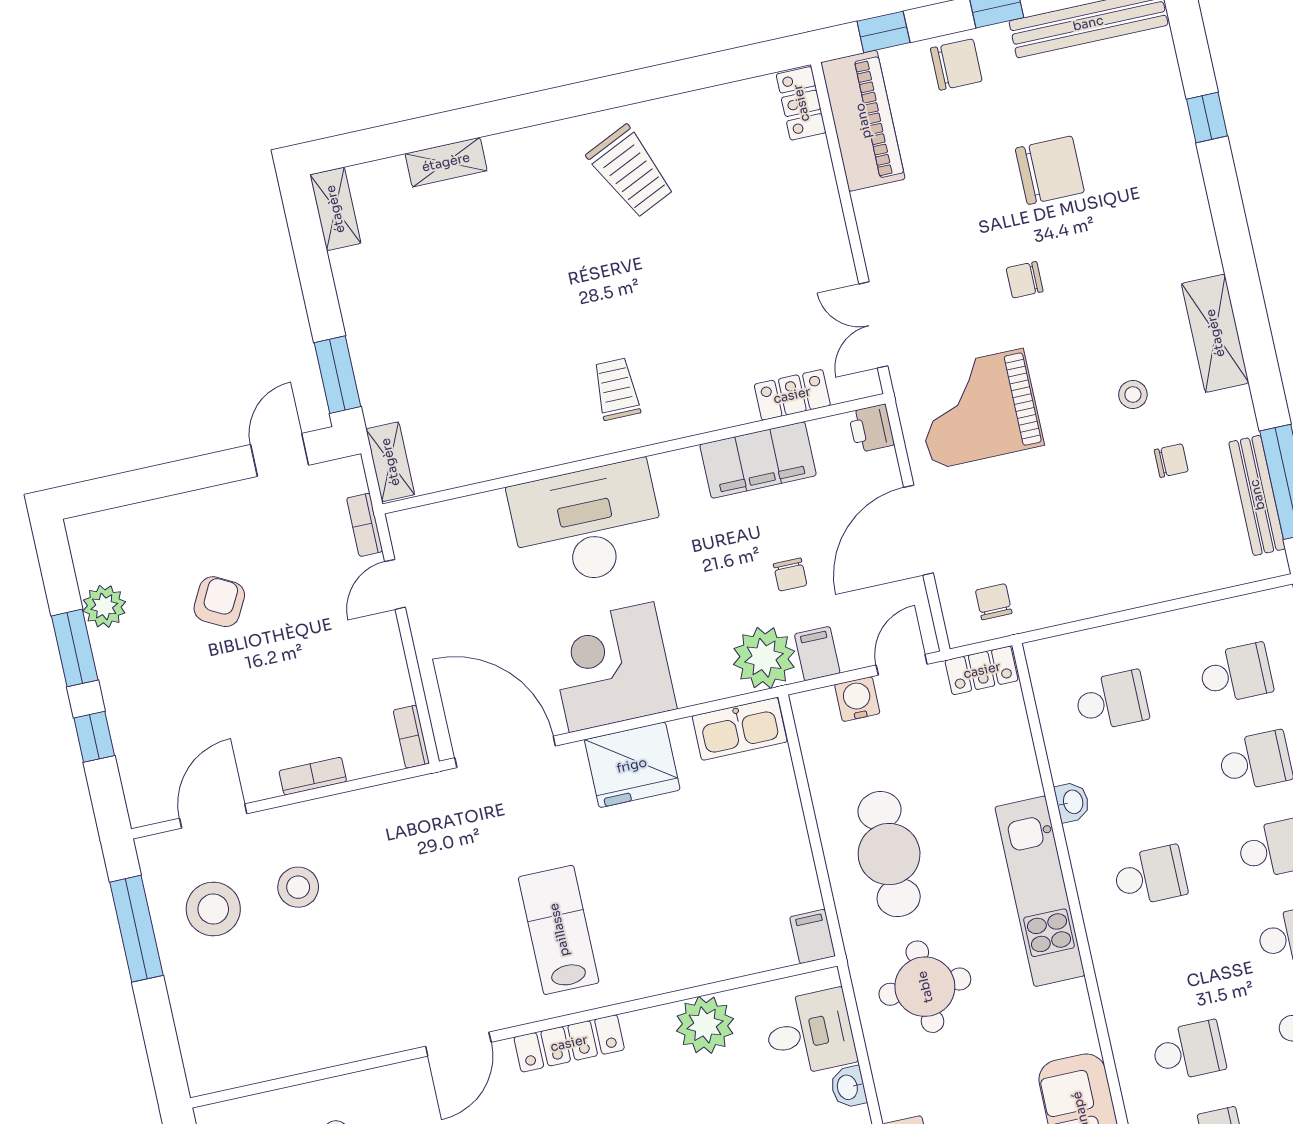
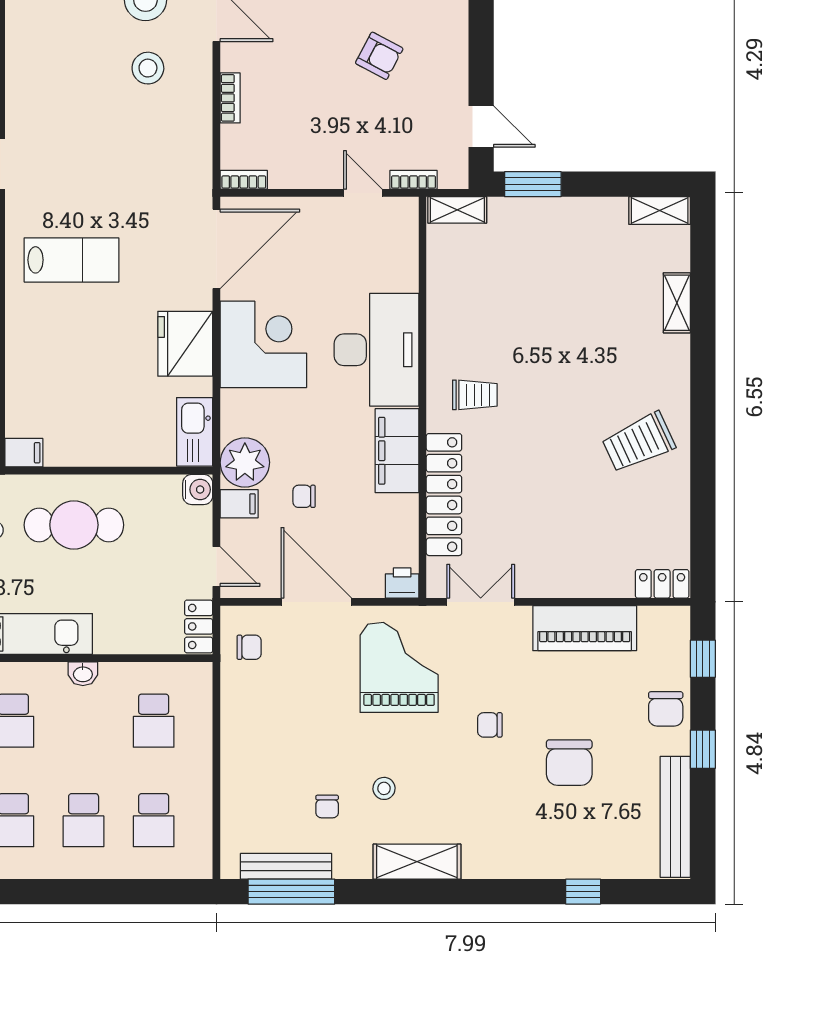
piano: (863, 121) -> (585, 628), moved
chair: (1025, 280) -> (490, 725), turned -90
locker: (792, 395) -> (444, 495), width x2.16, depth x1.21
filing cabinet: (758, 460) -> (397, 451), moved
water cooler: (857, 699) -> (198, 489), moved

